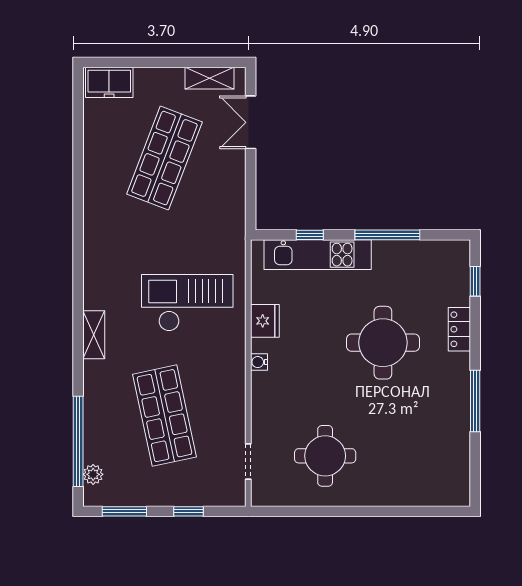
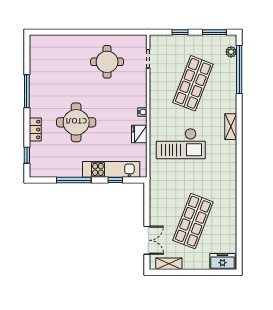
shop shelf: (164, 416) -> (193, 83), turned 33

